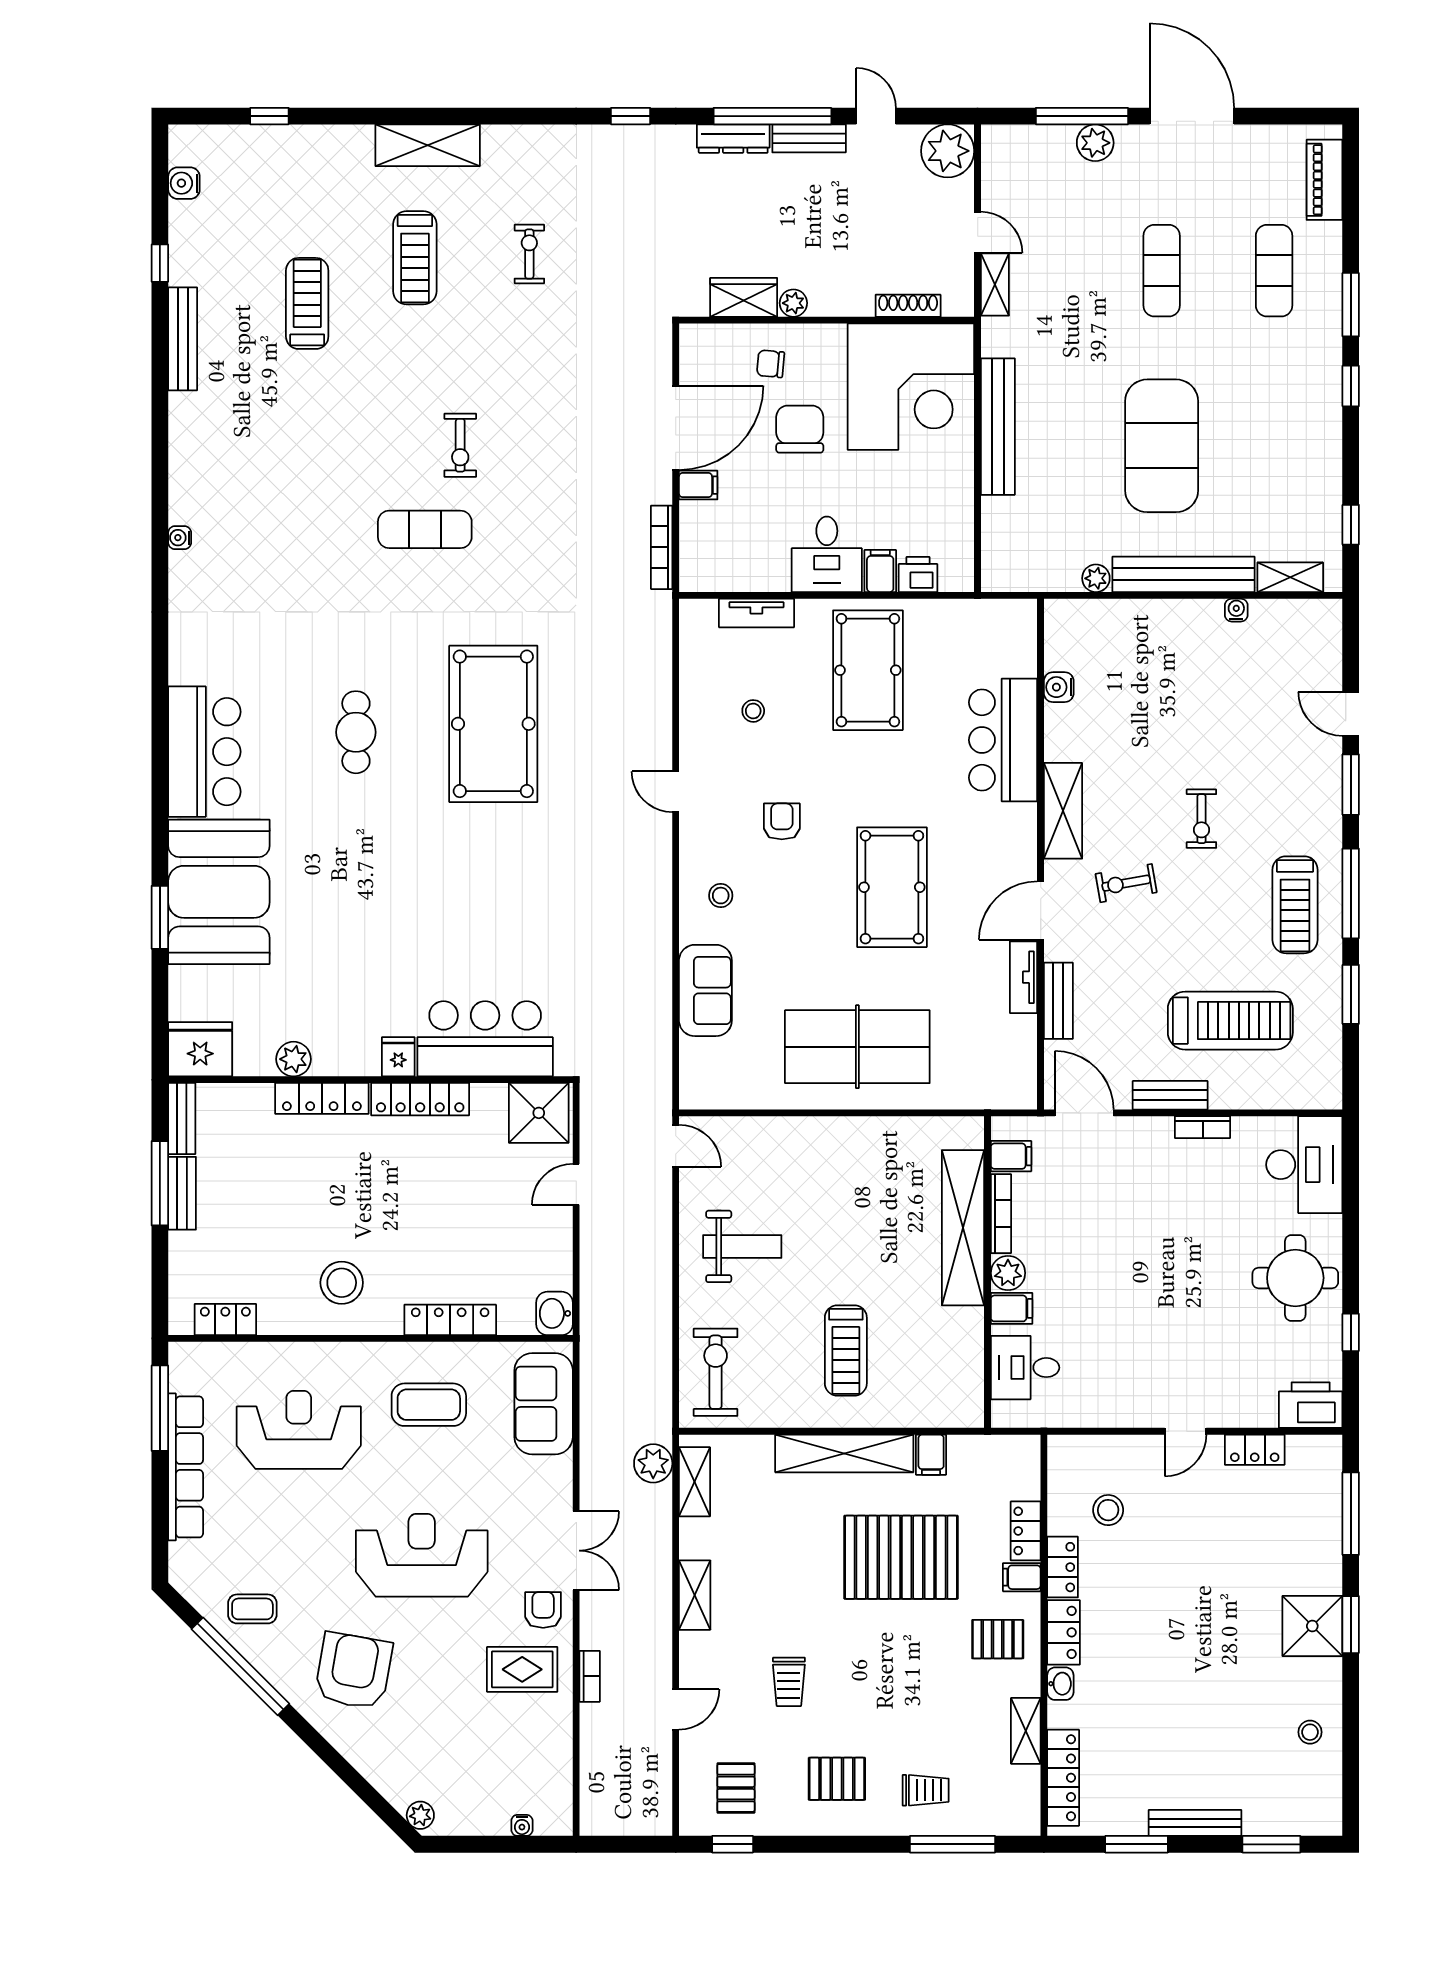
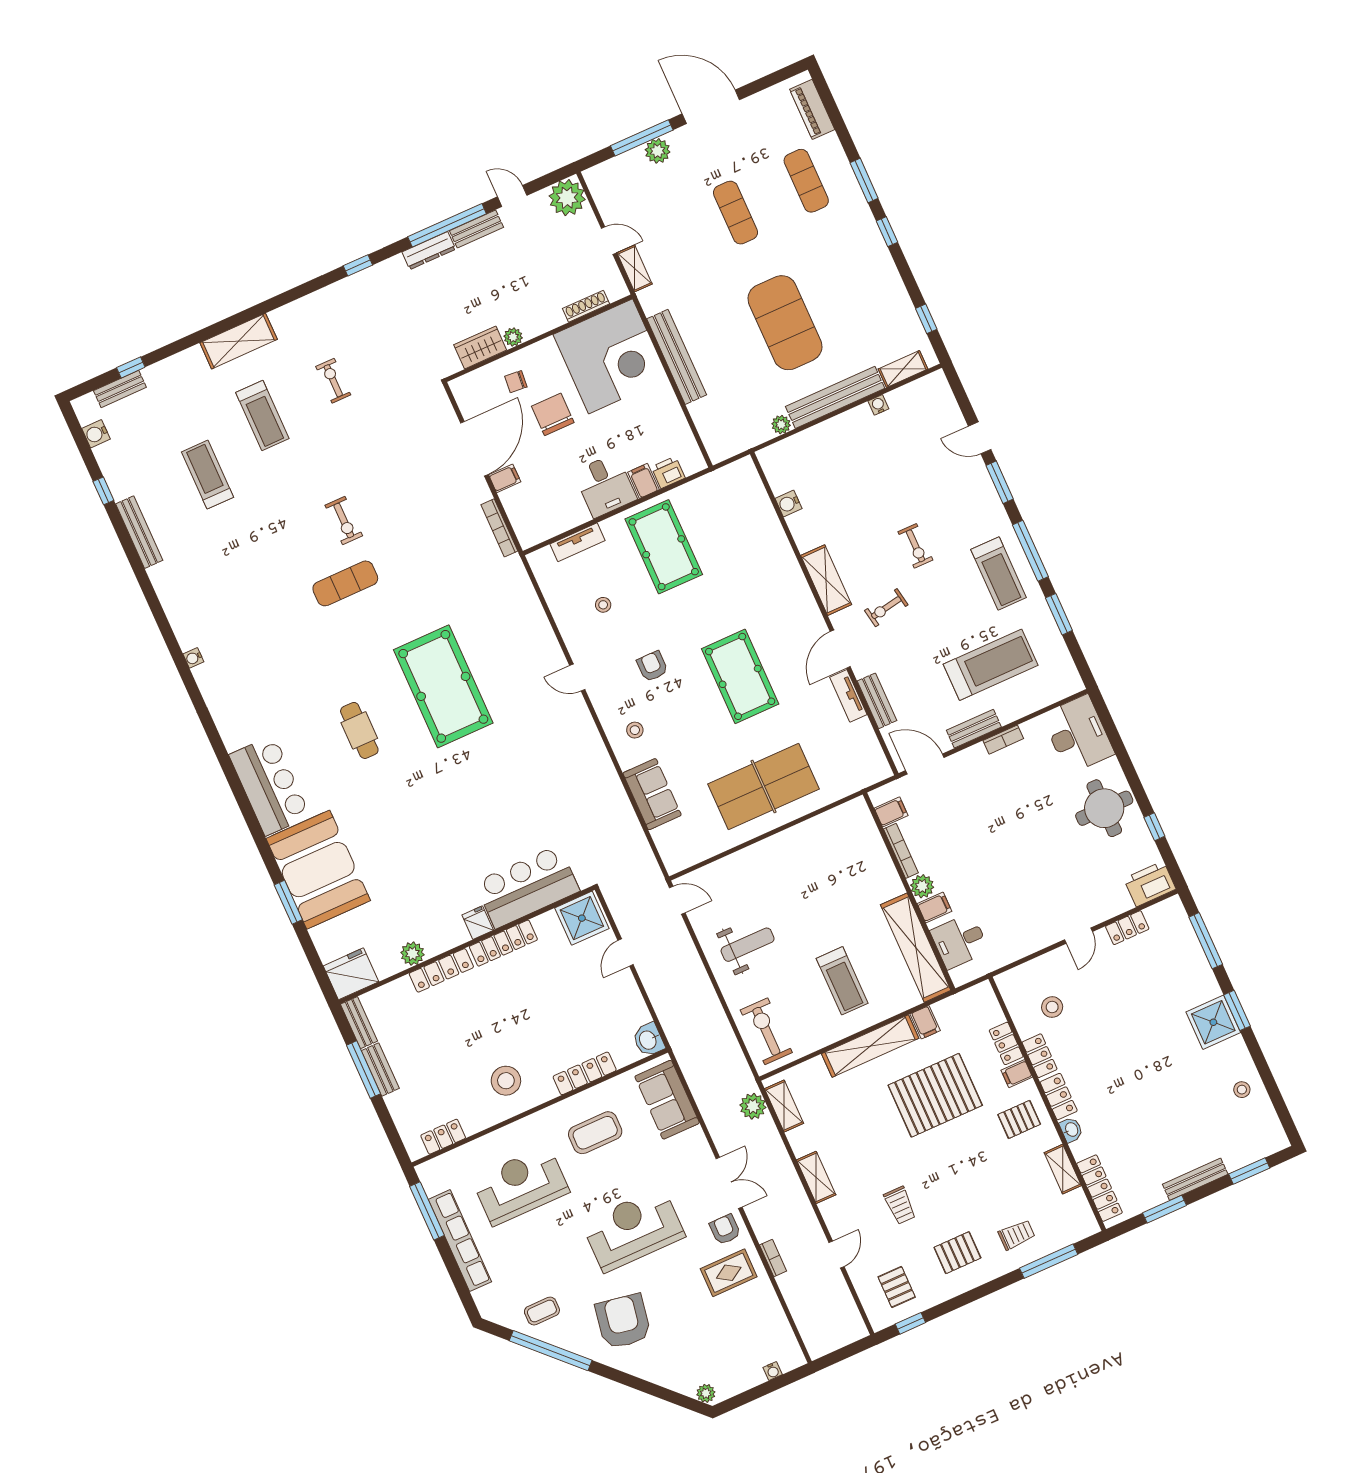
bench: (242, 138) -> (120, 389), added
bar counter: (1003, 740) -> (768, 552), removed
shelving: (963, 1228) -> (916, 948), moved

